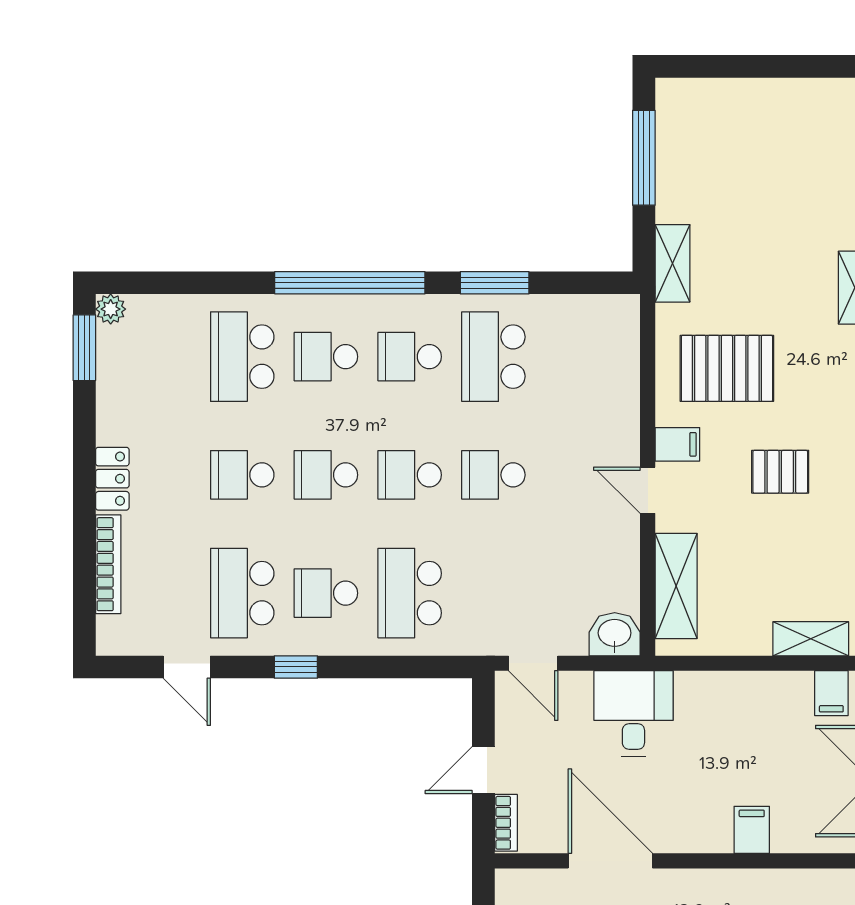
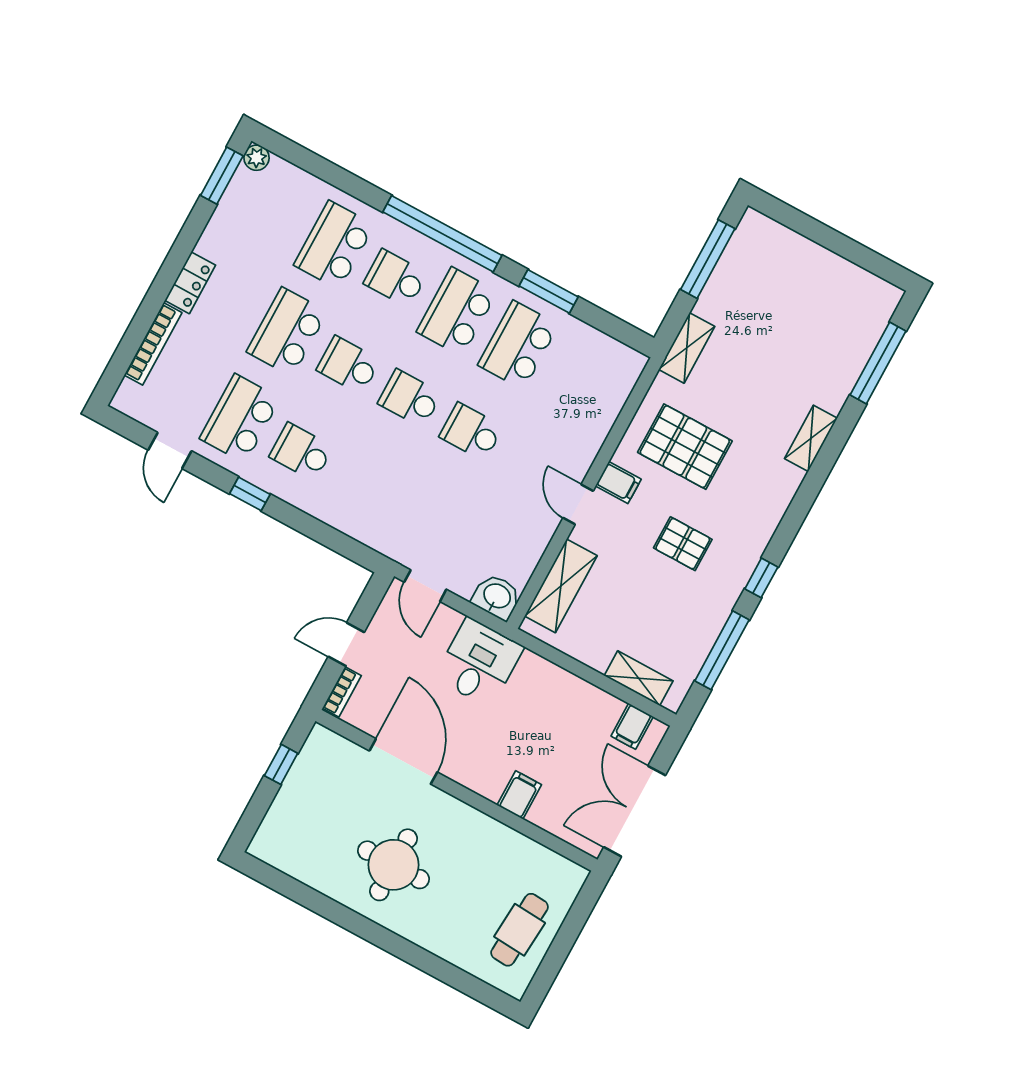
school desk: (410, 357) -> (457, 312), width x1.85
school desk: (242, 475) -> (287, 332), width x1.85
school desk: (410, 593) -> (363, 485), removed

